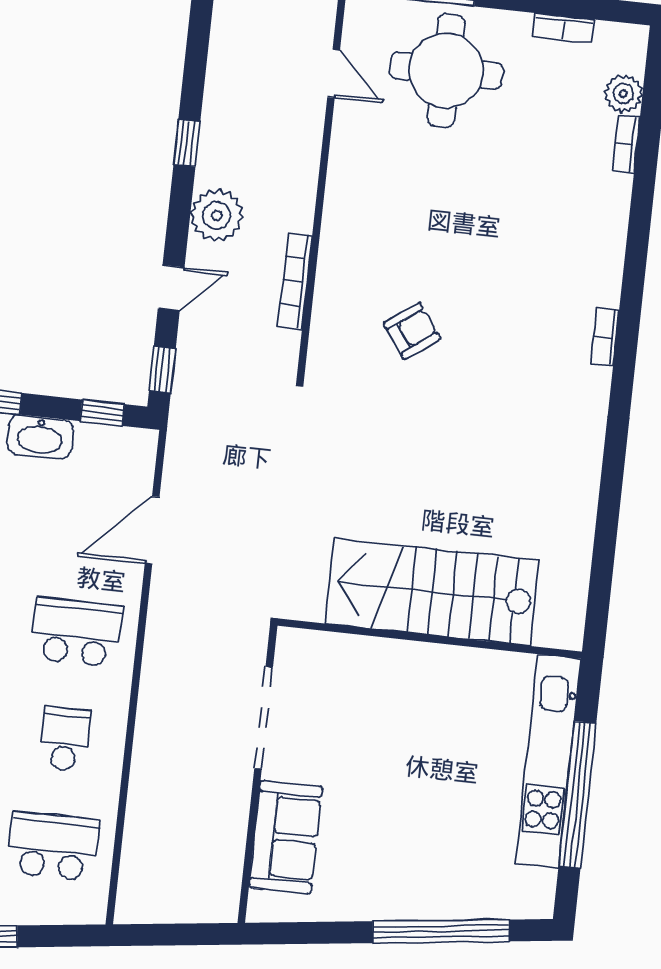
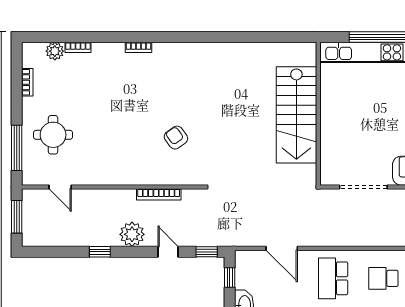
round table: (446, 71) -> (53, 135), width x0.73, depth x0.73
door: (334, 74) -> (60, 187), swing flipped
bookcase: (605, 337) -> (139, 47), moved

